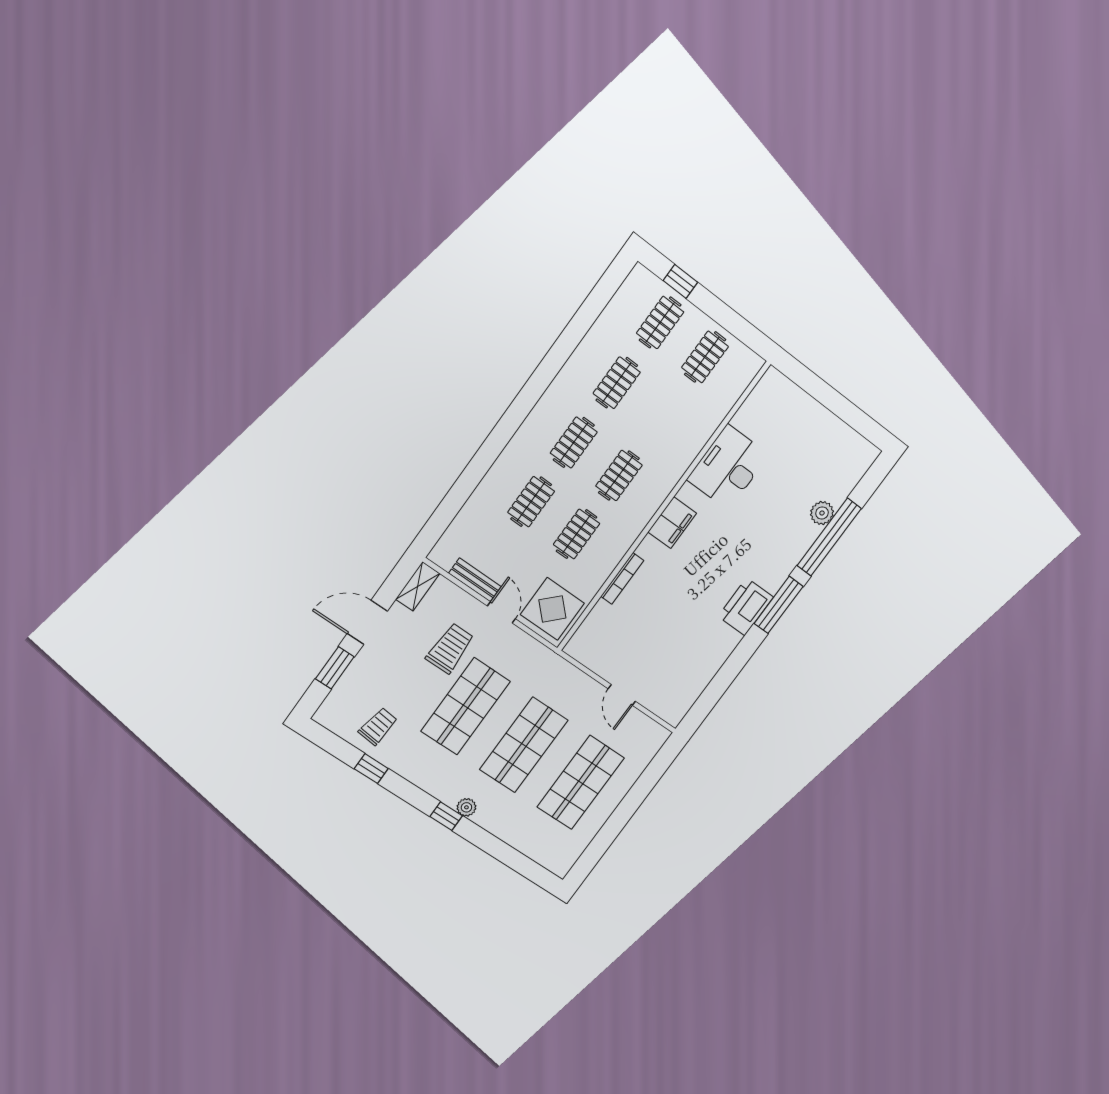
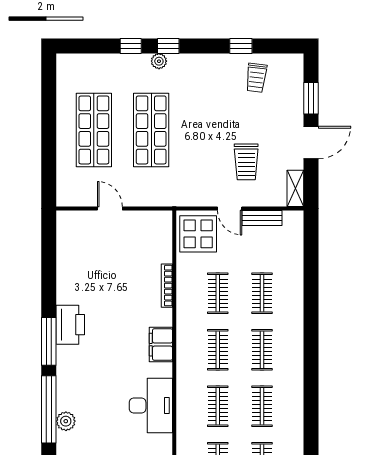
clothes rail: (662, 417) -> (218, 406), added
shop shelf: (466, 706) -> (209, 130), removed
window: (484, 840) -> (131, 46), added

